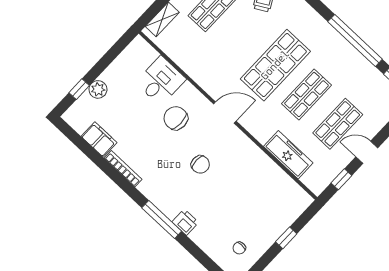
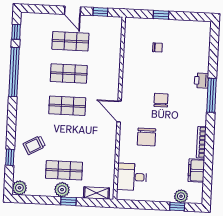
shop shelf: (275, 65) -> (67, 106), width x0.70, depth x0.74
desk: (161, 81) -> (132, 177), moved
plant: (98, 89) -> (181, 196), moved
freezer: (288, 155) -> (112, 54), removed
chair: (239, 248) -> (157, 47), moved

